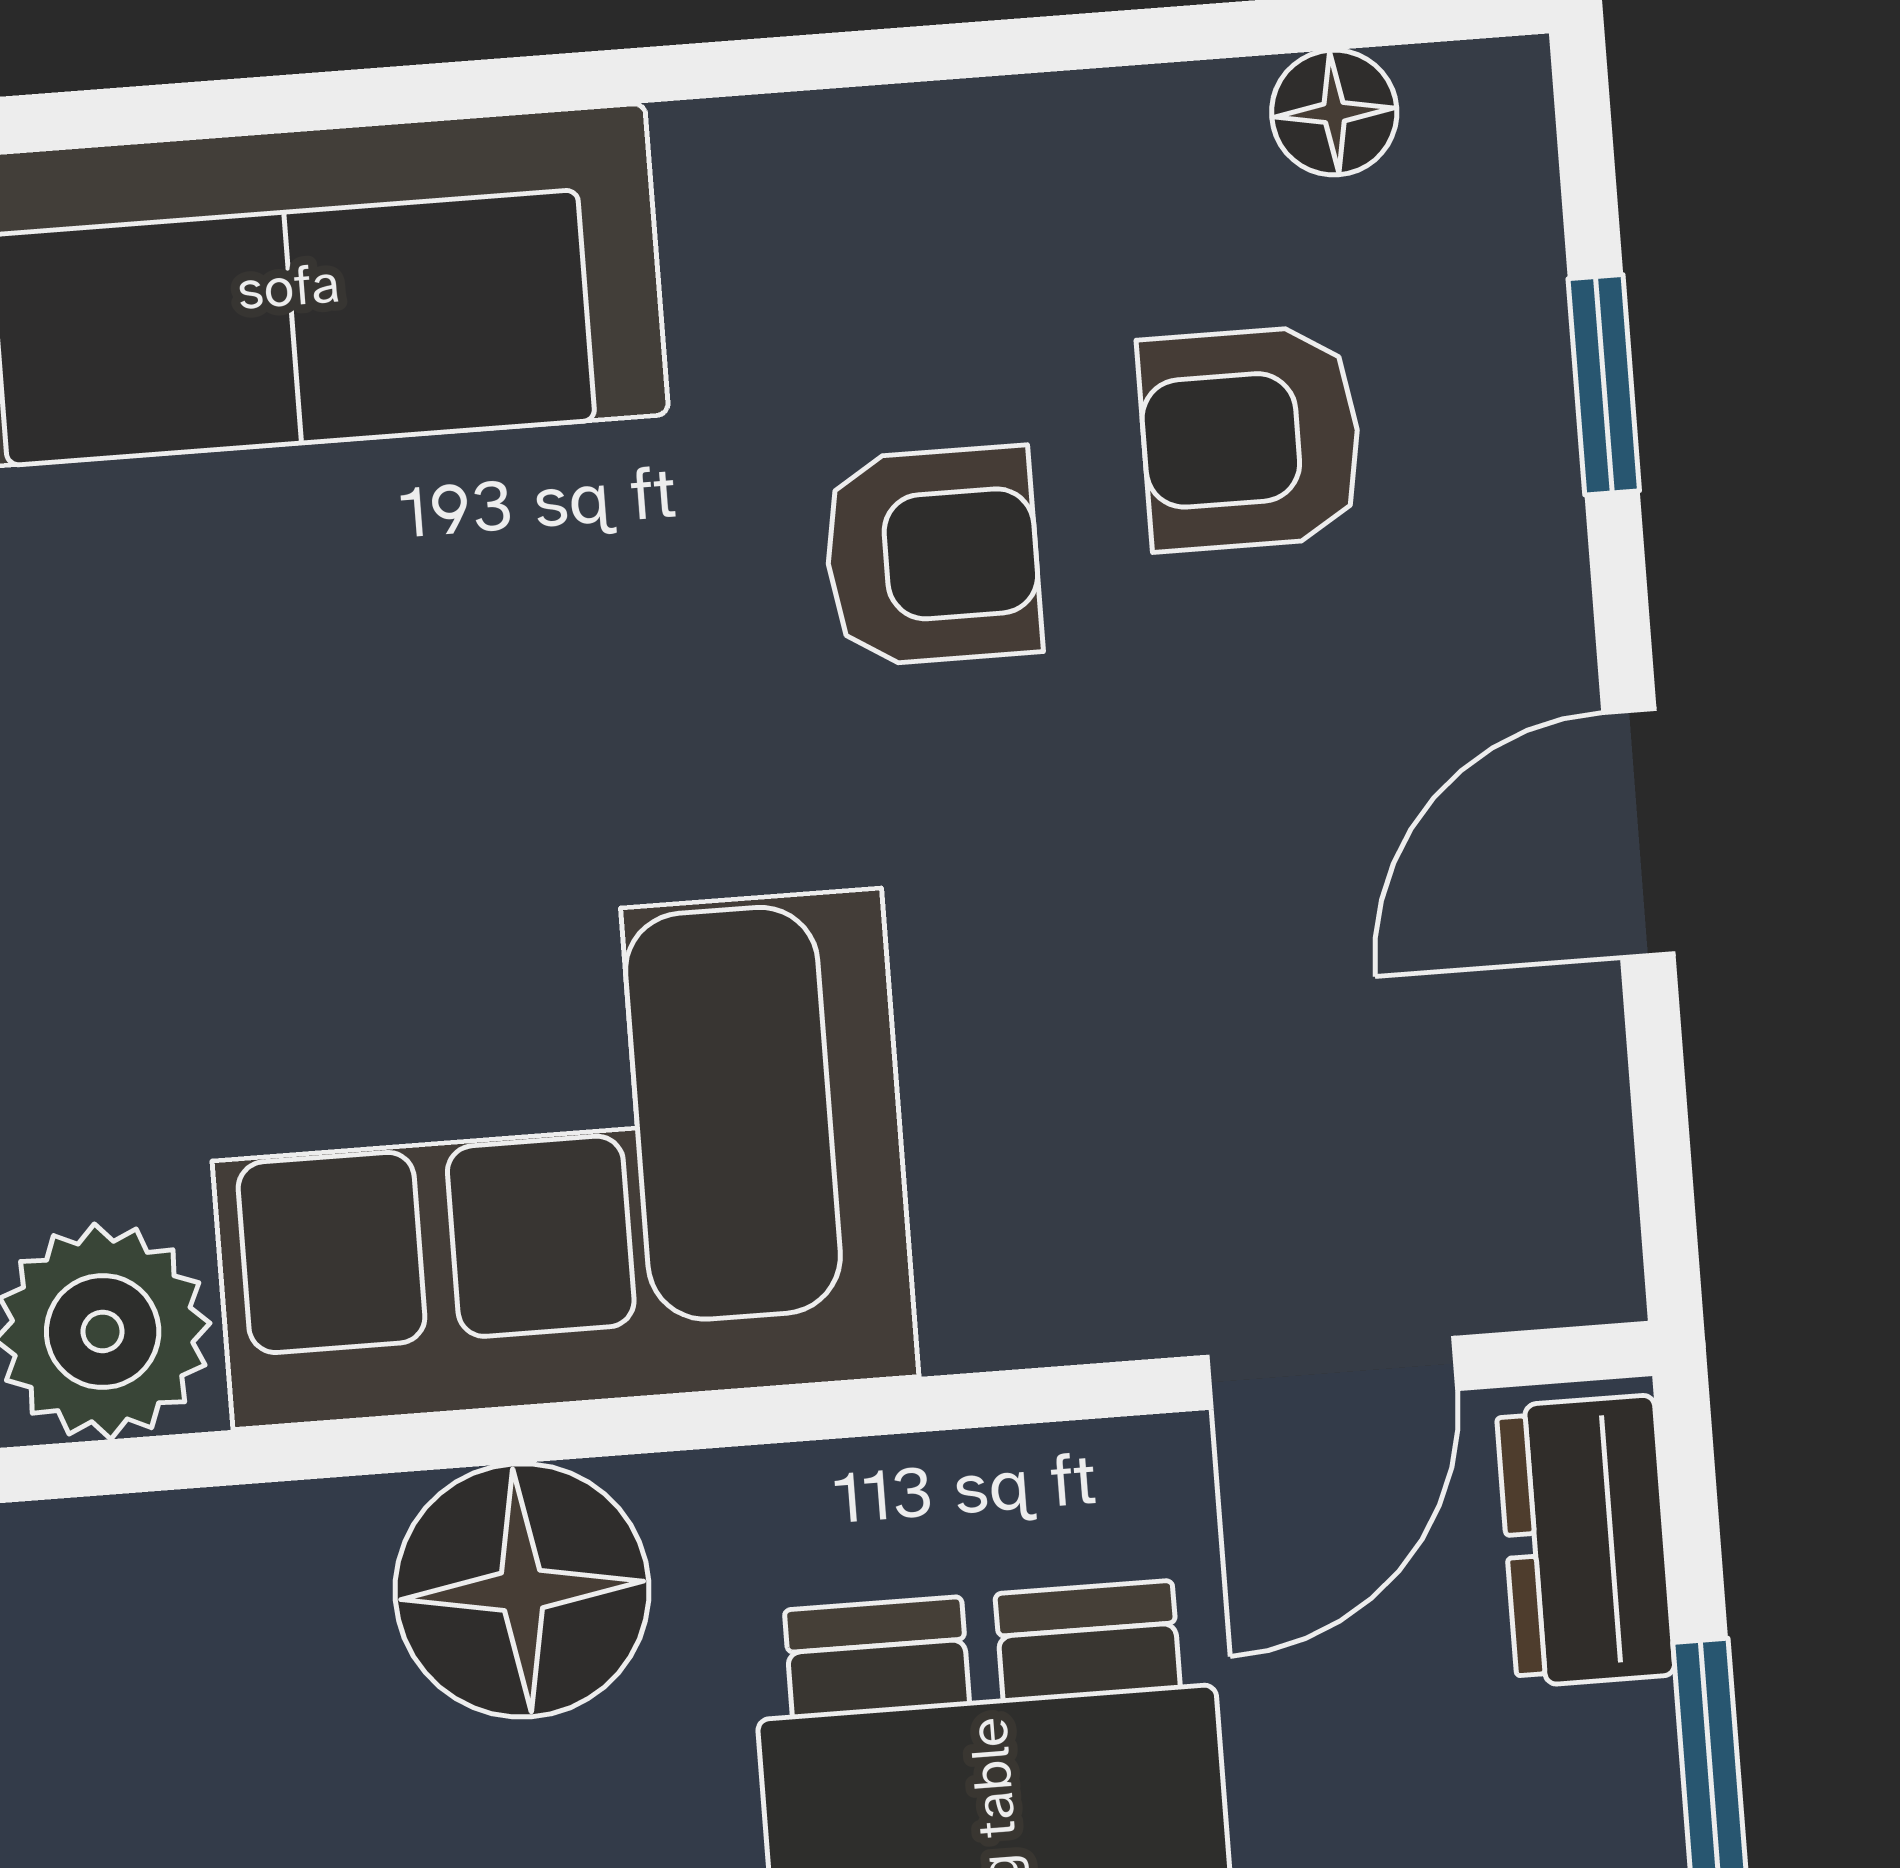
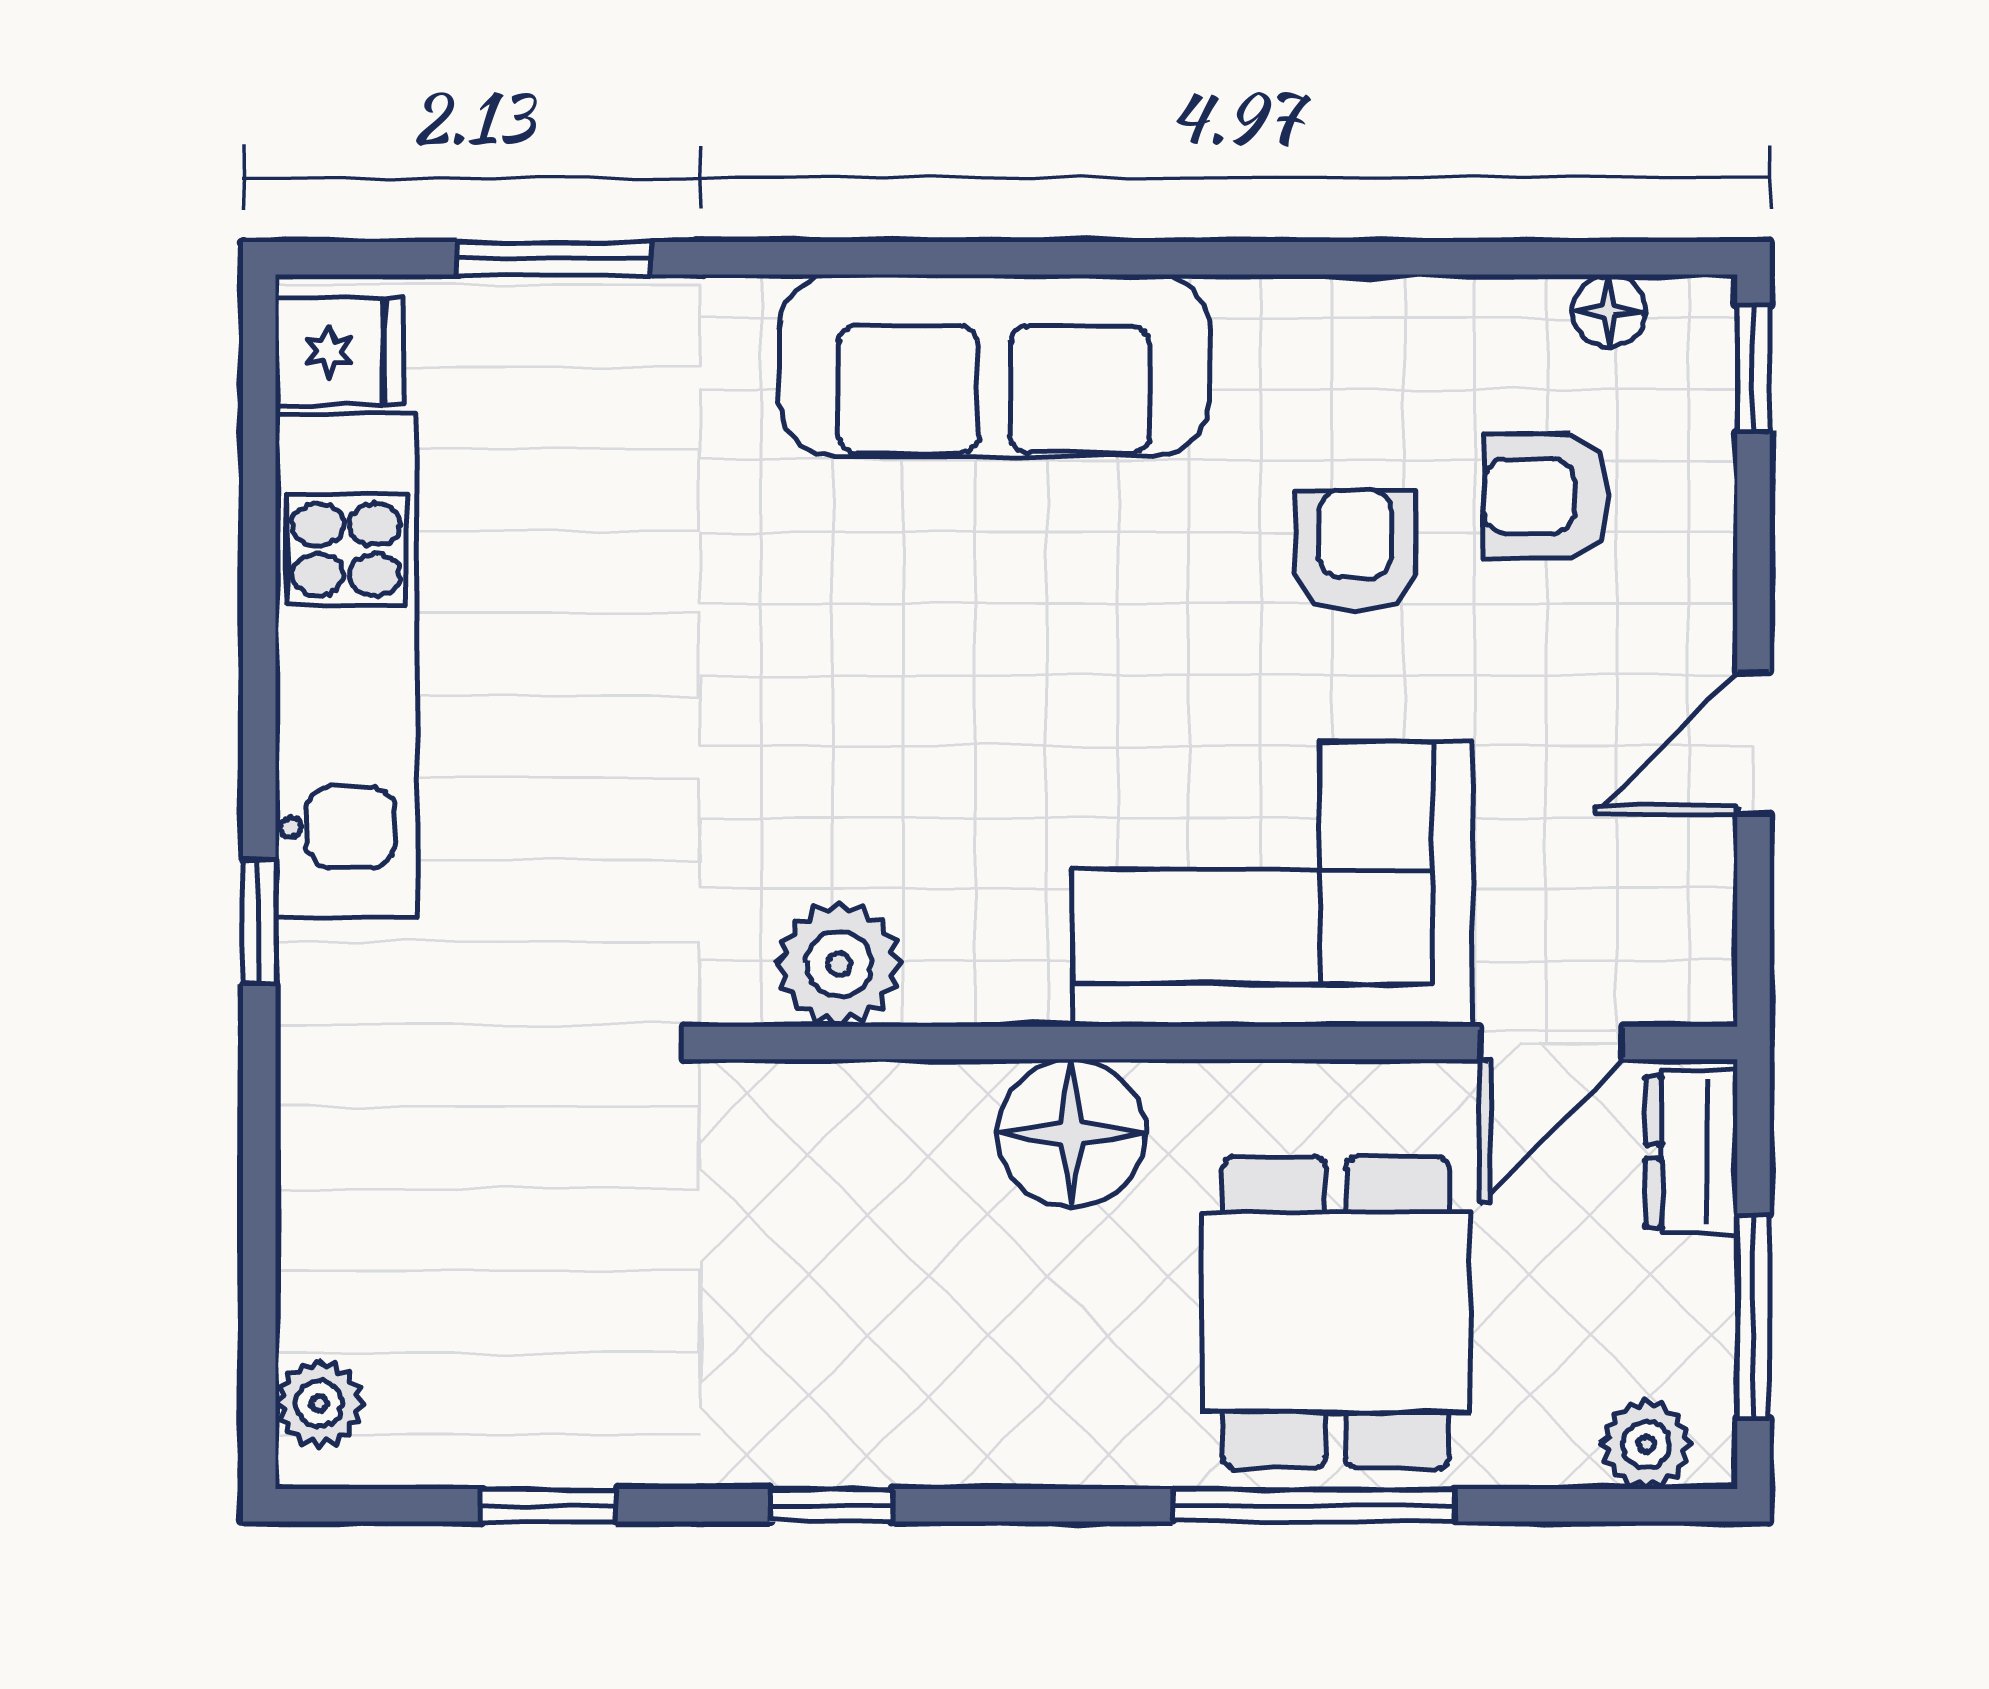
window: (1604, 385) -> (1754, 369), moved
armchair: (932, 556) -> (1355, 551), turned -90
corner sofa: (557, 1159) -> (1272, 884), moved

